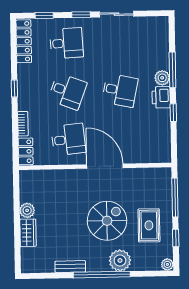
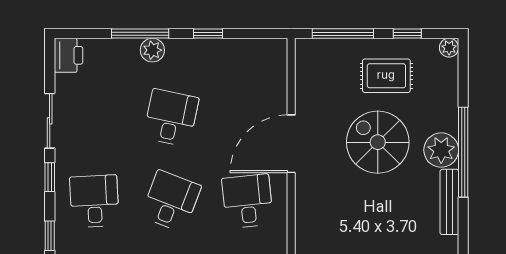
printer: (161, 97) -> (68, 55), moved, turned -90
plant: (120, 260) -> (441, 150), moved
bench: (70, 267) -> (449, 202), width x1.36

